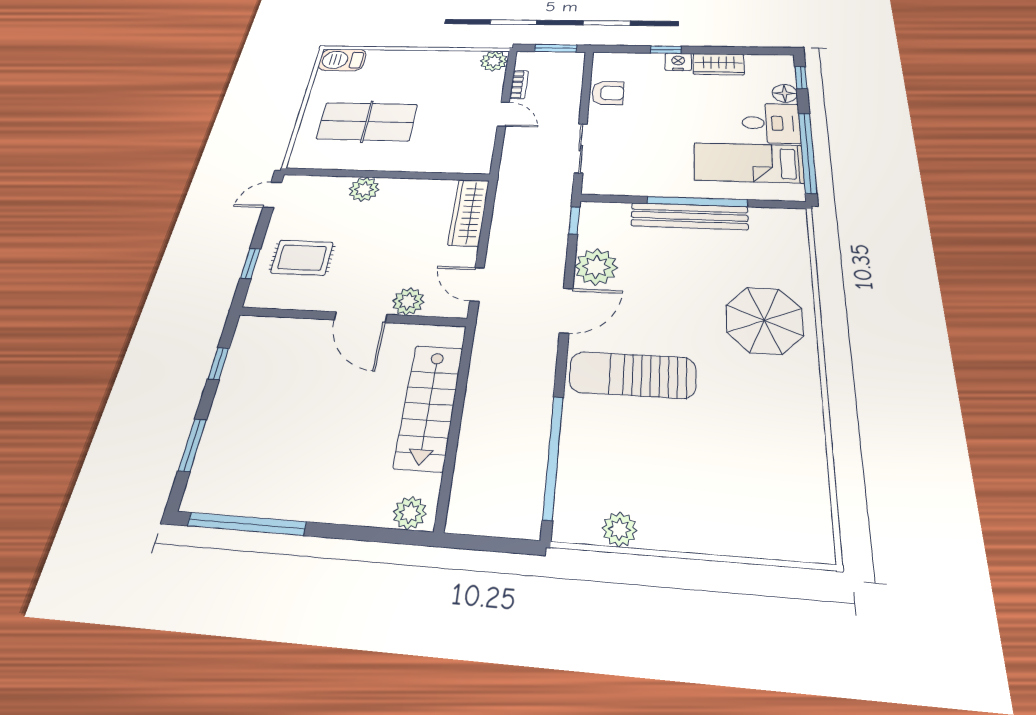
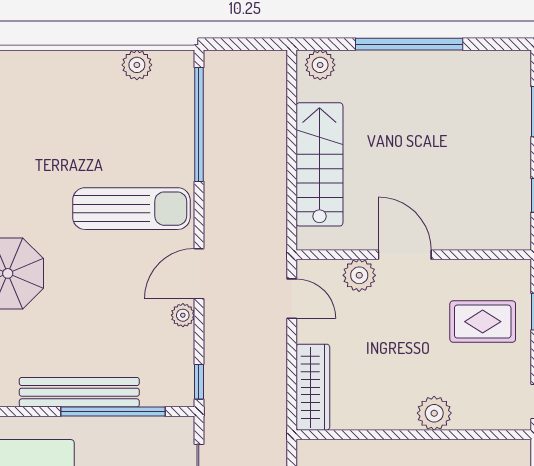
window: (697, 202) -> (113, 411), moved
plant: (596, 267) -> (183, 315), width x0.53, depth x0.53
window: (247, 524) -> (409, 44), moved

